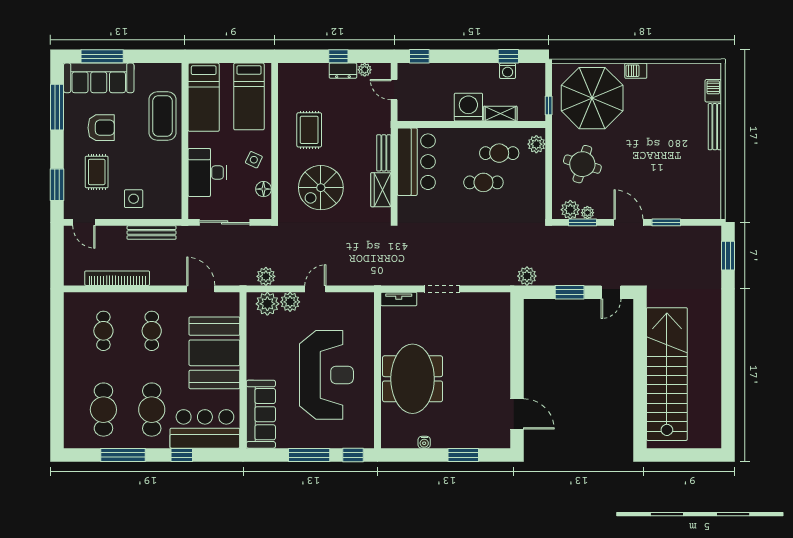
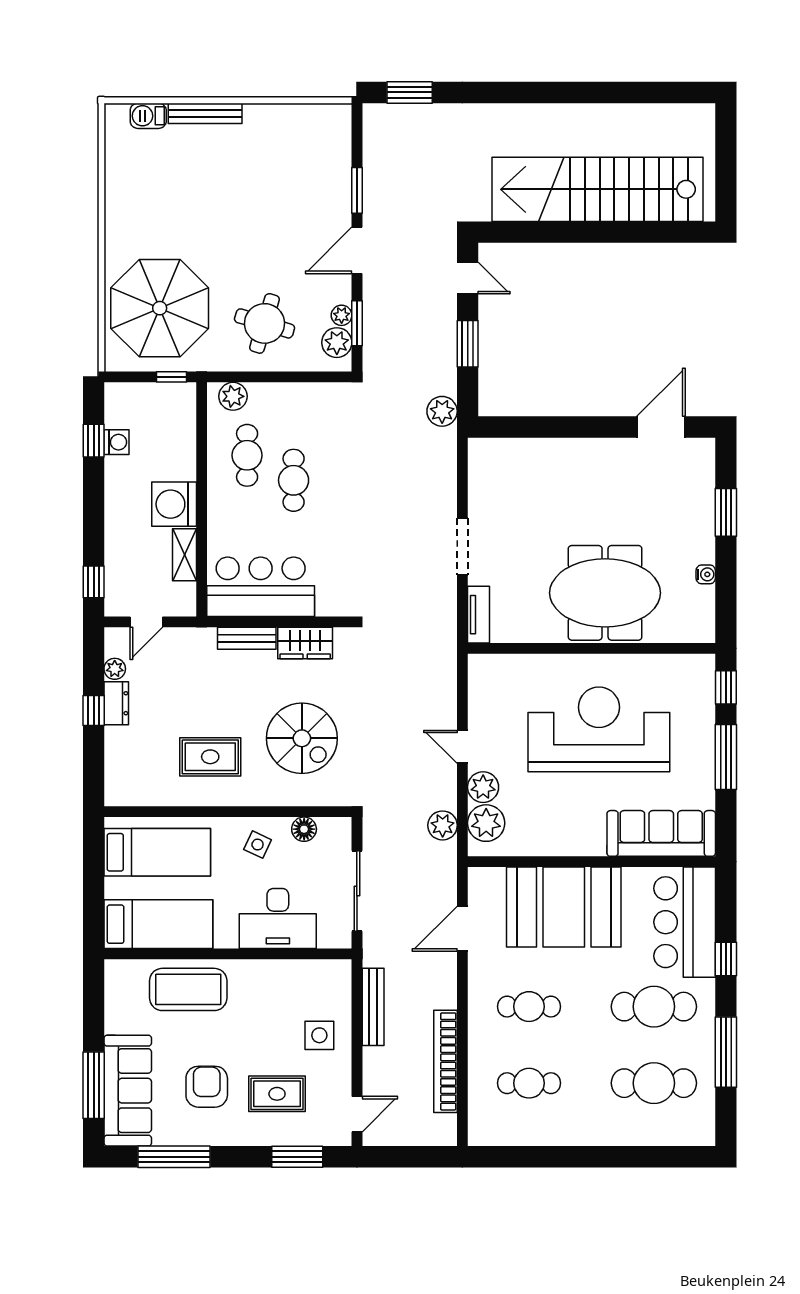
barbecue: (636, 71) -> (116, 239), removed
shelving: (500, 114) -> (185, 555), moved

